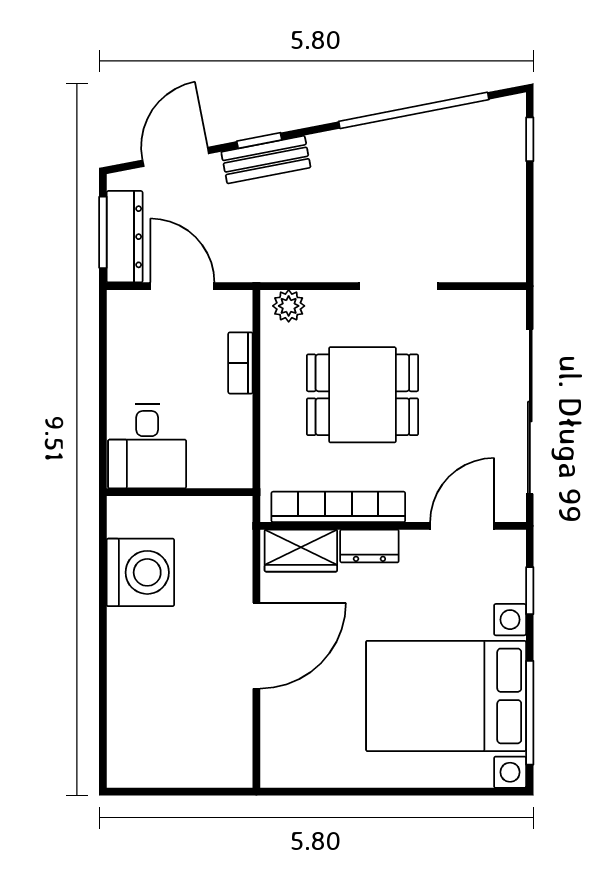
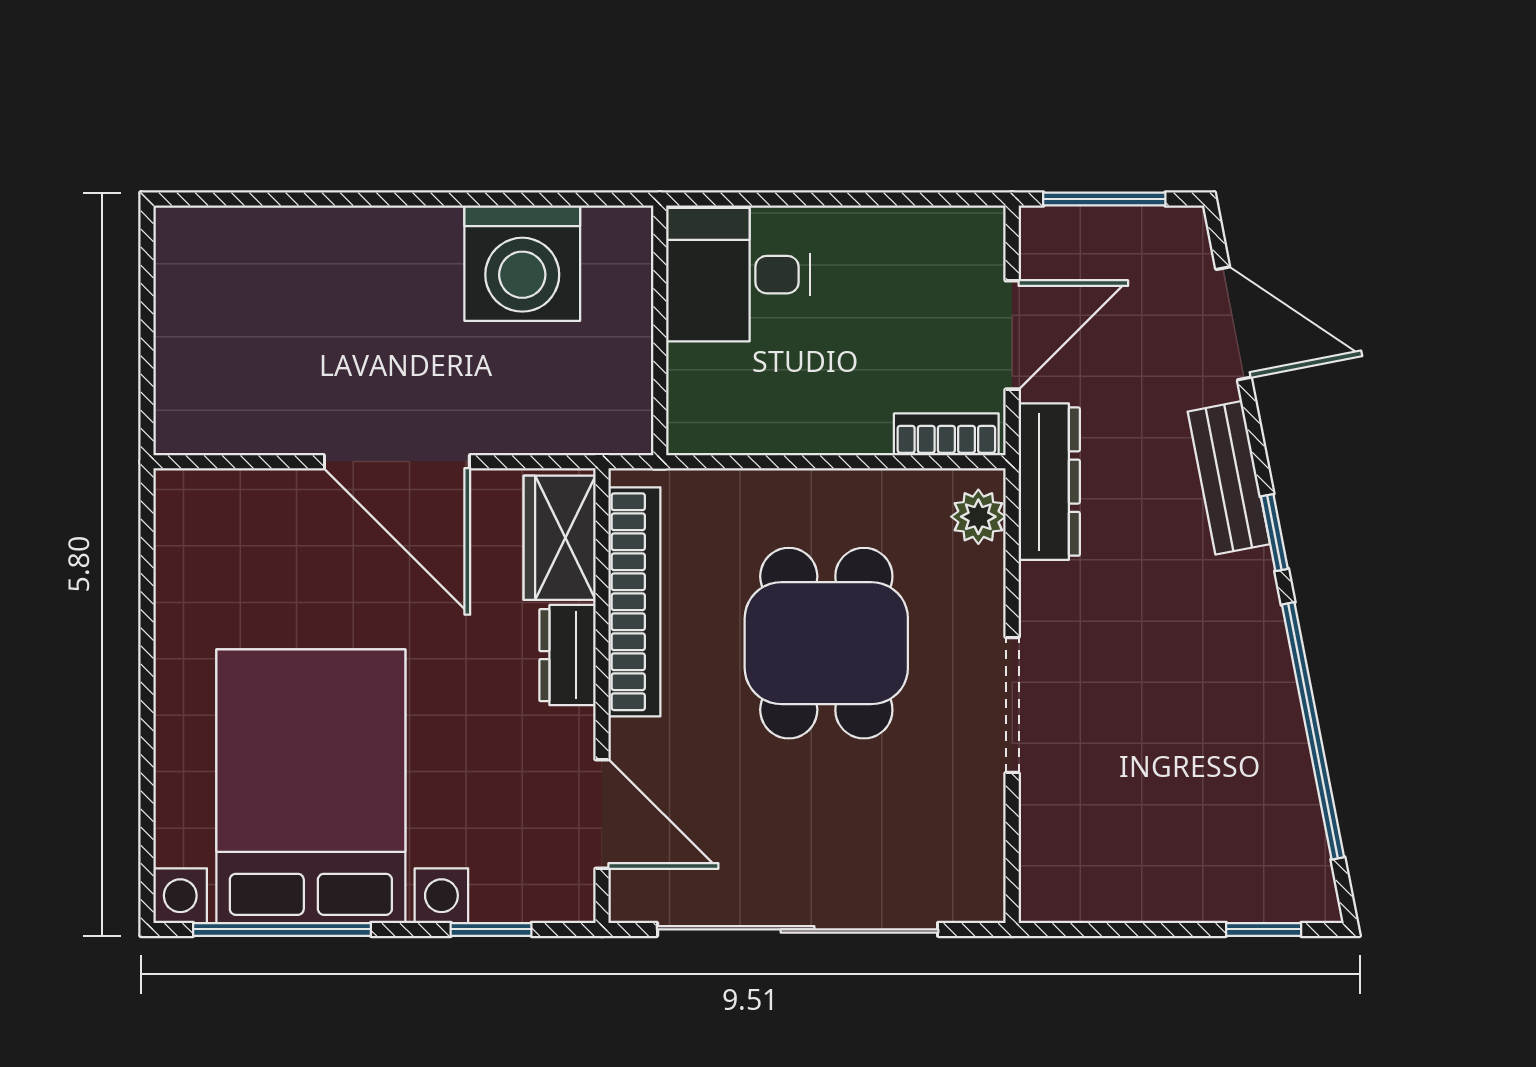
window: (259, 141) -> (1274, 533), moved
dresser: (125, 237) -> (1049, 482), moved, turned -90
bookcase: (240, 363) -> (946, 434), moved

